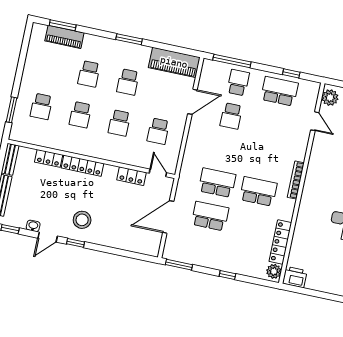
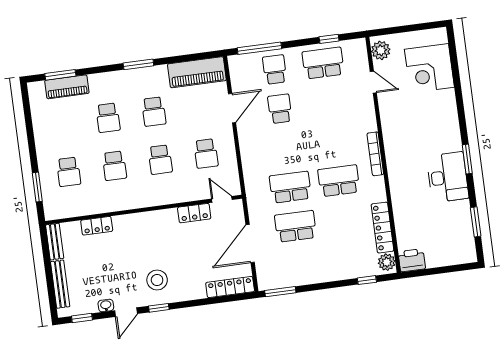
school desk: (231, 116) -> (280, 109), turned 180
locker: (82, 166) -> (230, 287), moved, turned 180
window: (227, 275) -> (367, 280), moved

